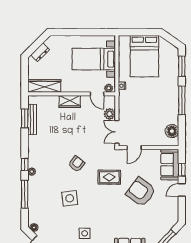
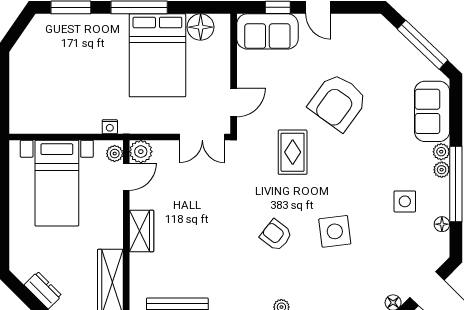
bed: (144, 56) -> (157, 55), moved, turned 90
plant: (110, 114) -> (141, 152), moved
door: (134, 148) -> (234, 102), hinge flipped
armchair: (77, 164) -> (276, 235), moved
armchair: (141, 192) -> (338, 102), moved

